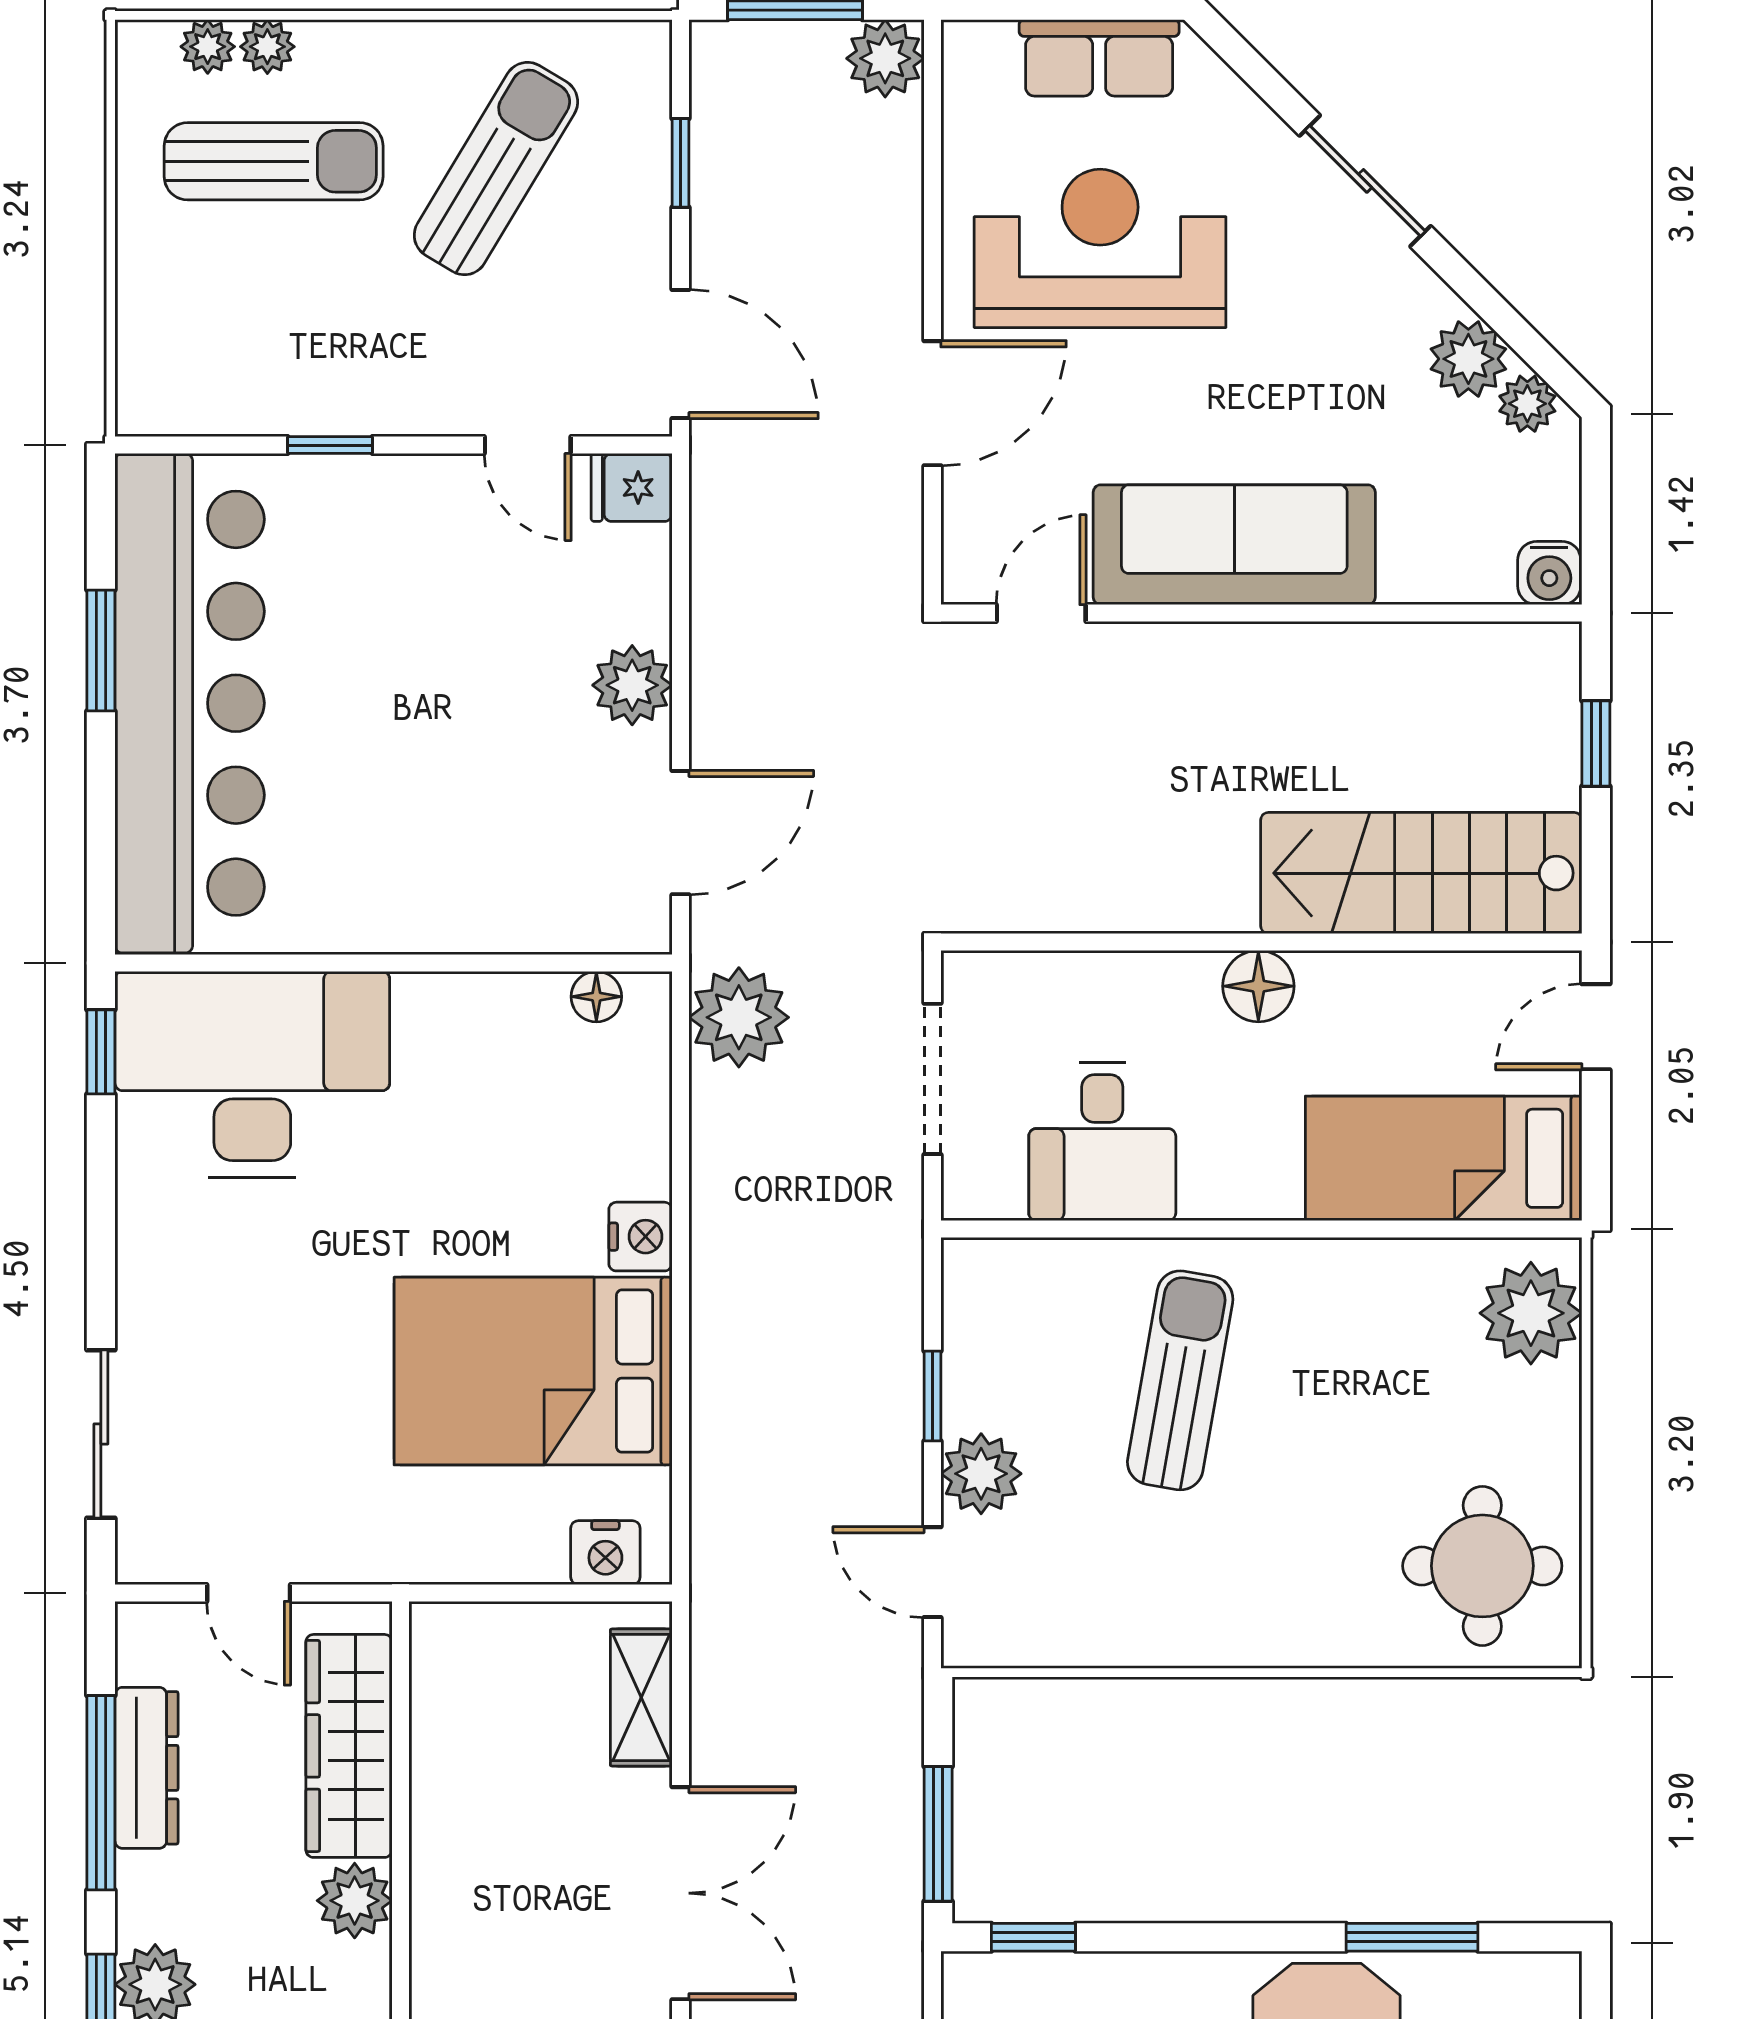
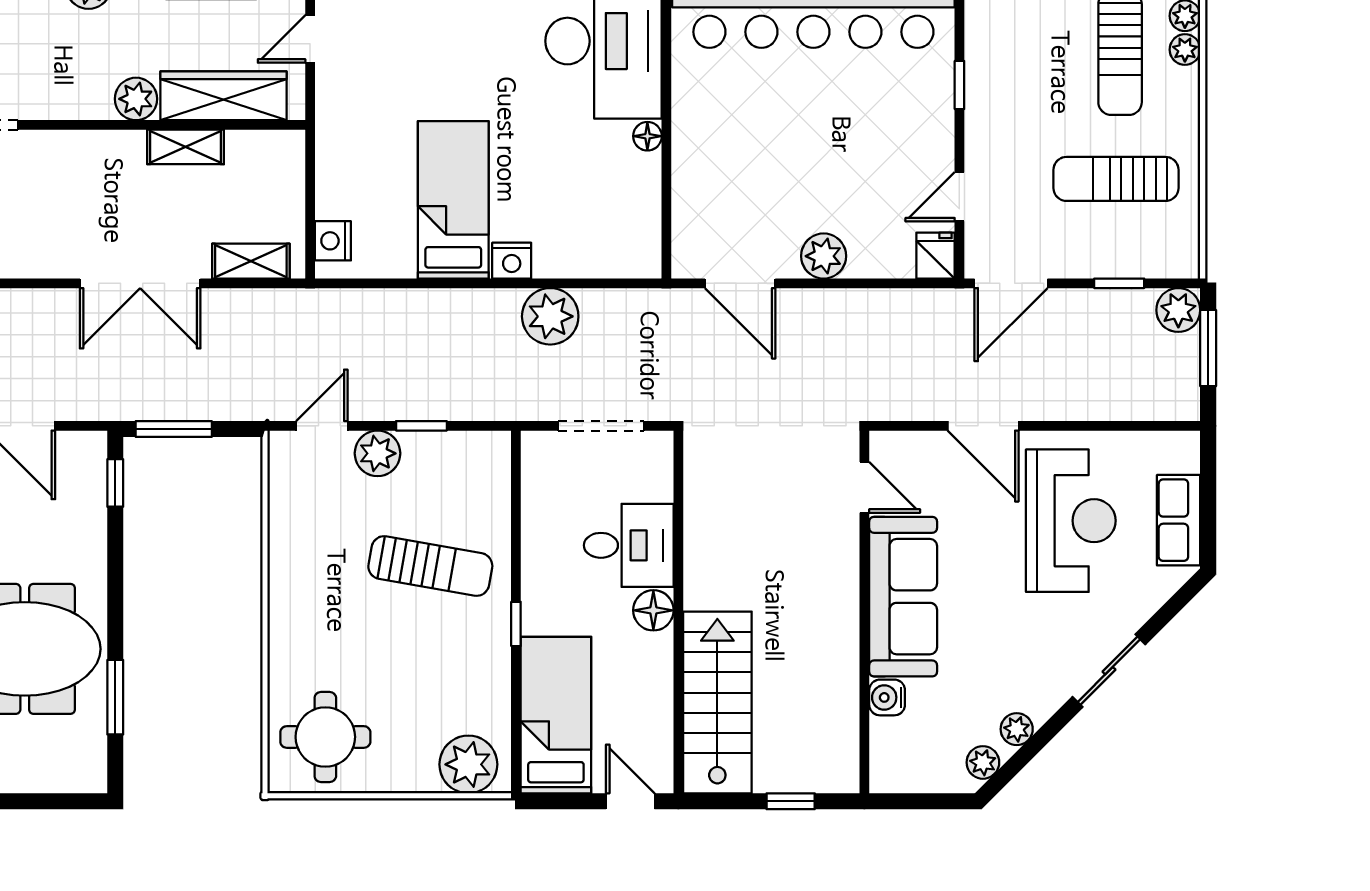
plant: (885, 58) -> (1178, 310), moved
sun lounger: (496, 169) -> (1116, 179), turned 149
plant: (1468, 359) -> (1017, 729), width x0.73, depth x0.73
water cooler: (1549, 573) -> (887, 697), moved
floor lamp: (596, 997) -> (647, 136), moved
plant: (739, 1017) -> (550, 316), moved
desk: (1102, 1141) -> (629, 545), moved, turned 180
window: (1283, 1229) -> (516, 624), added
bed: (533, 1371) -> (453, 200), width x0.67
shelving: (439, 1813) -> (186, 147), added

